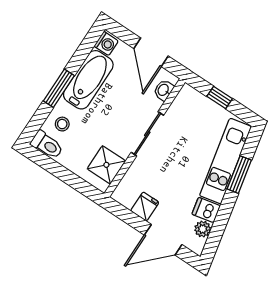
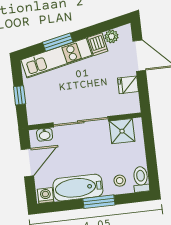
sliding door: (147, 134) -> (81, 122), width x1.37

